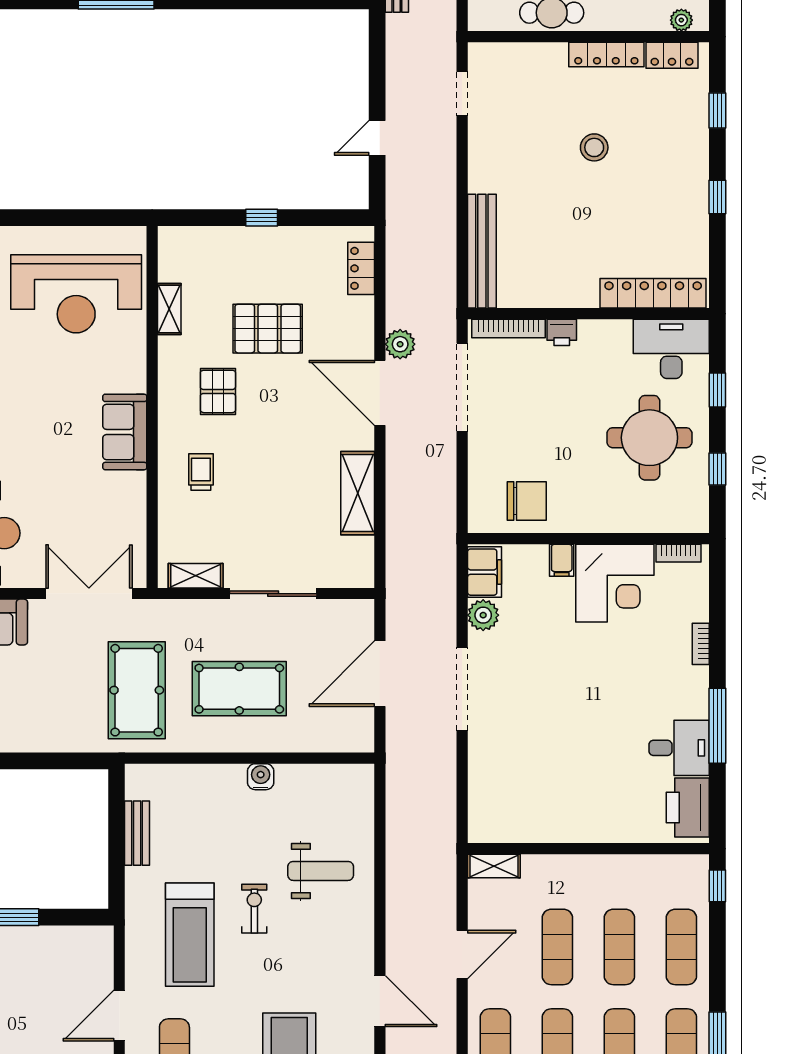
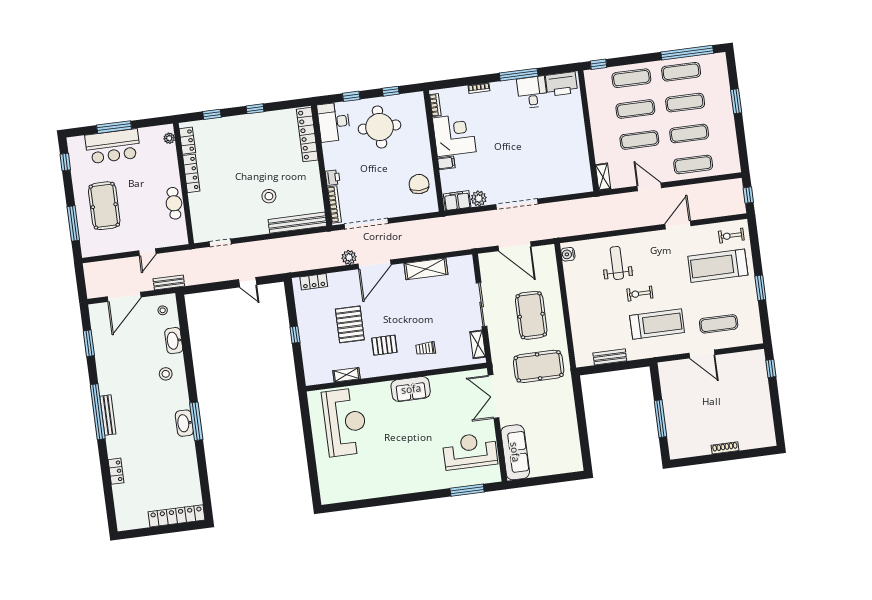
stool: (594, 147) -> (269, 196), moved
water cooler: (261, 777) -> (568, 254), moved

